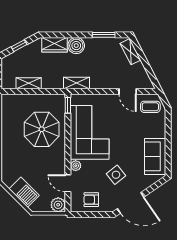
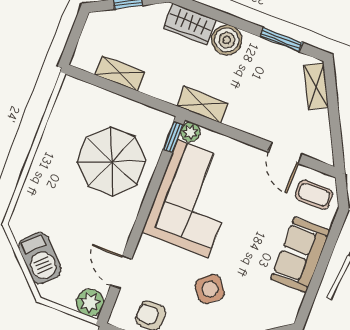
sofa: (155, 156) -> (300, 255), moved
plant: (76, 166) -> (190, 132), moved

